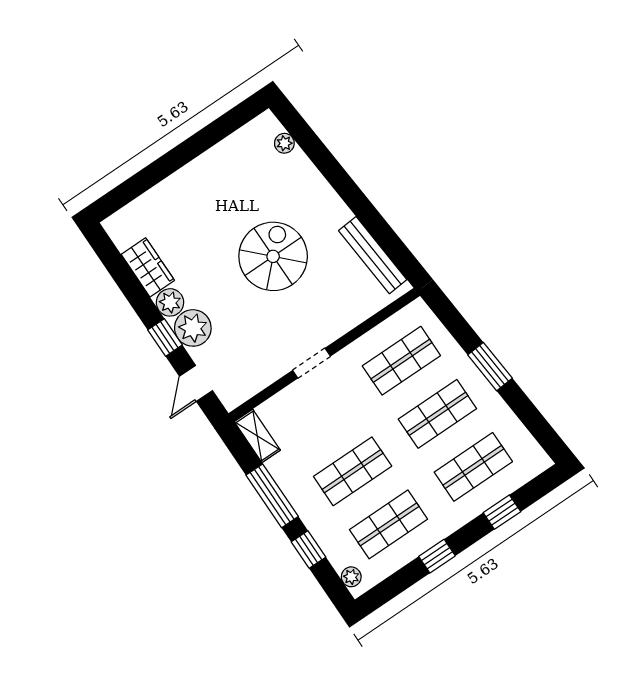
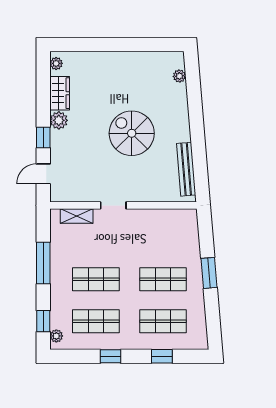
spiral stairs: (273, 256) -> (132, 133), turned -90
plant: (193, 328) -> (56, 63), moved, width x0.53, depth x0.53
shop shelf: (401, 361) -> (163, 237), removed
shelving: (257, 436) -> (77, 216), moved, turned 90
window: (309, 550) -> (43, 321), moved

